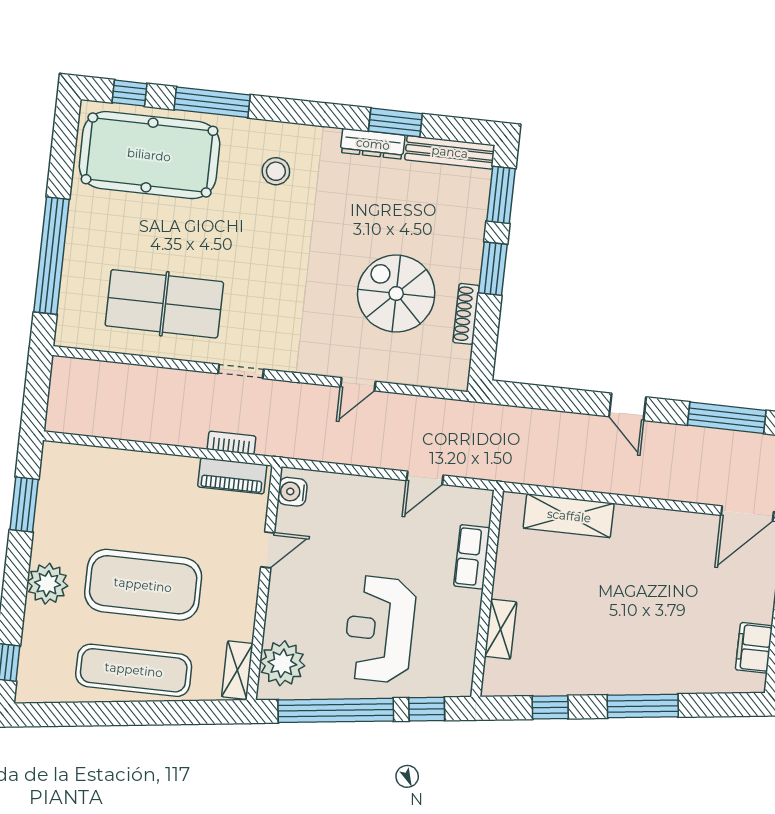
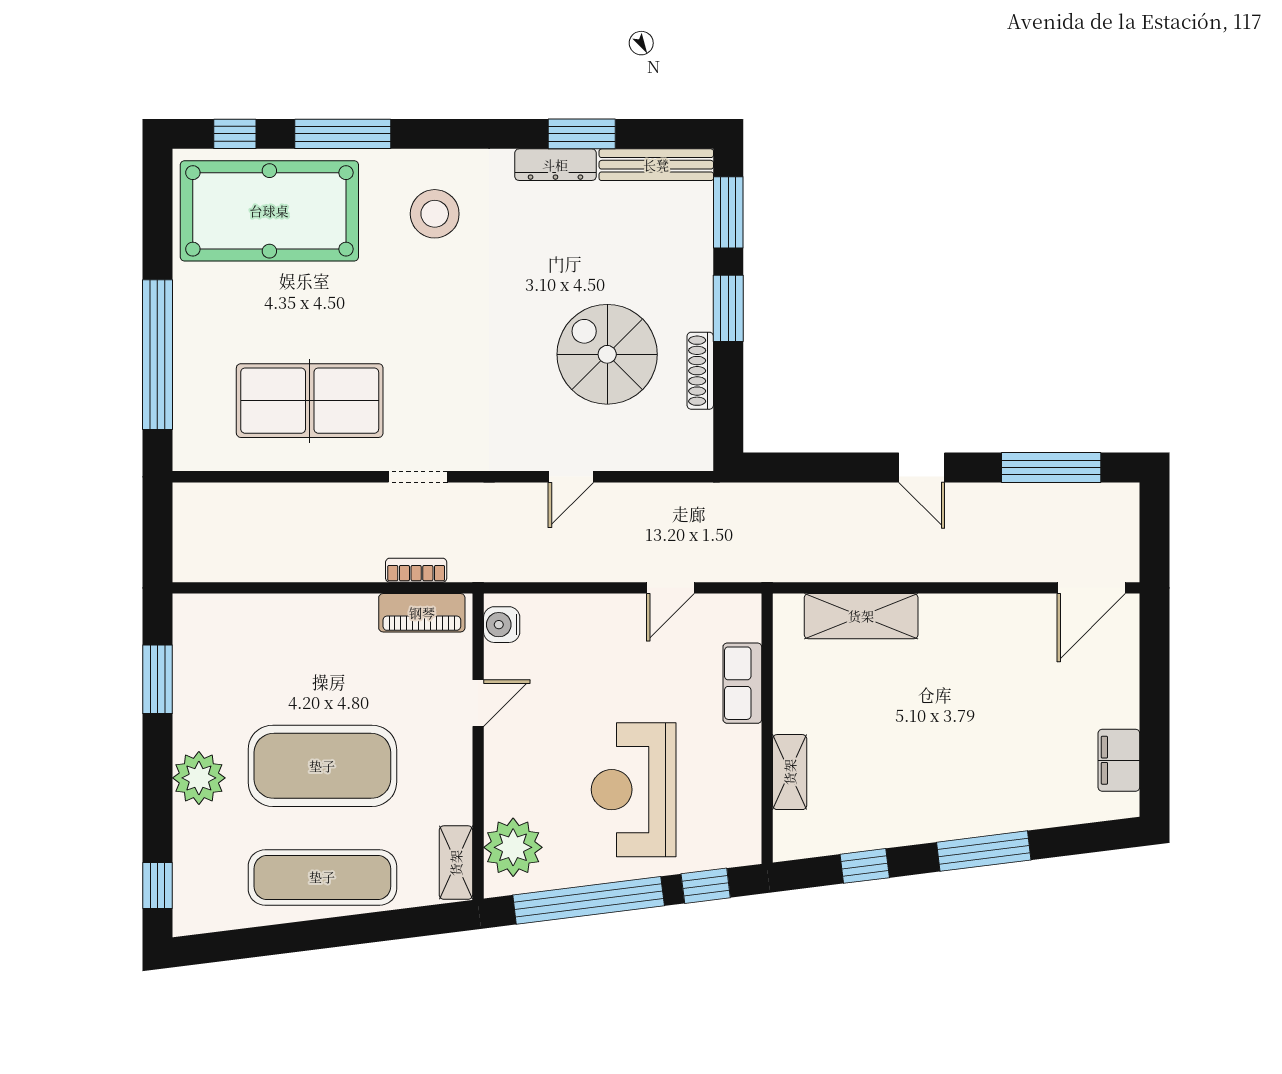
stool: (276, 171) -> (435, 214), width x1.38, depth x1.38

